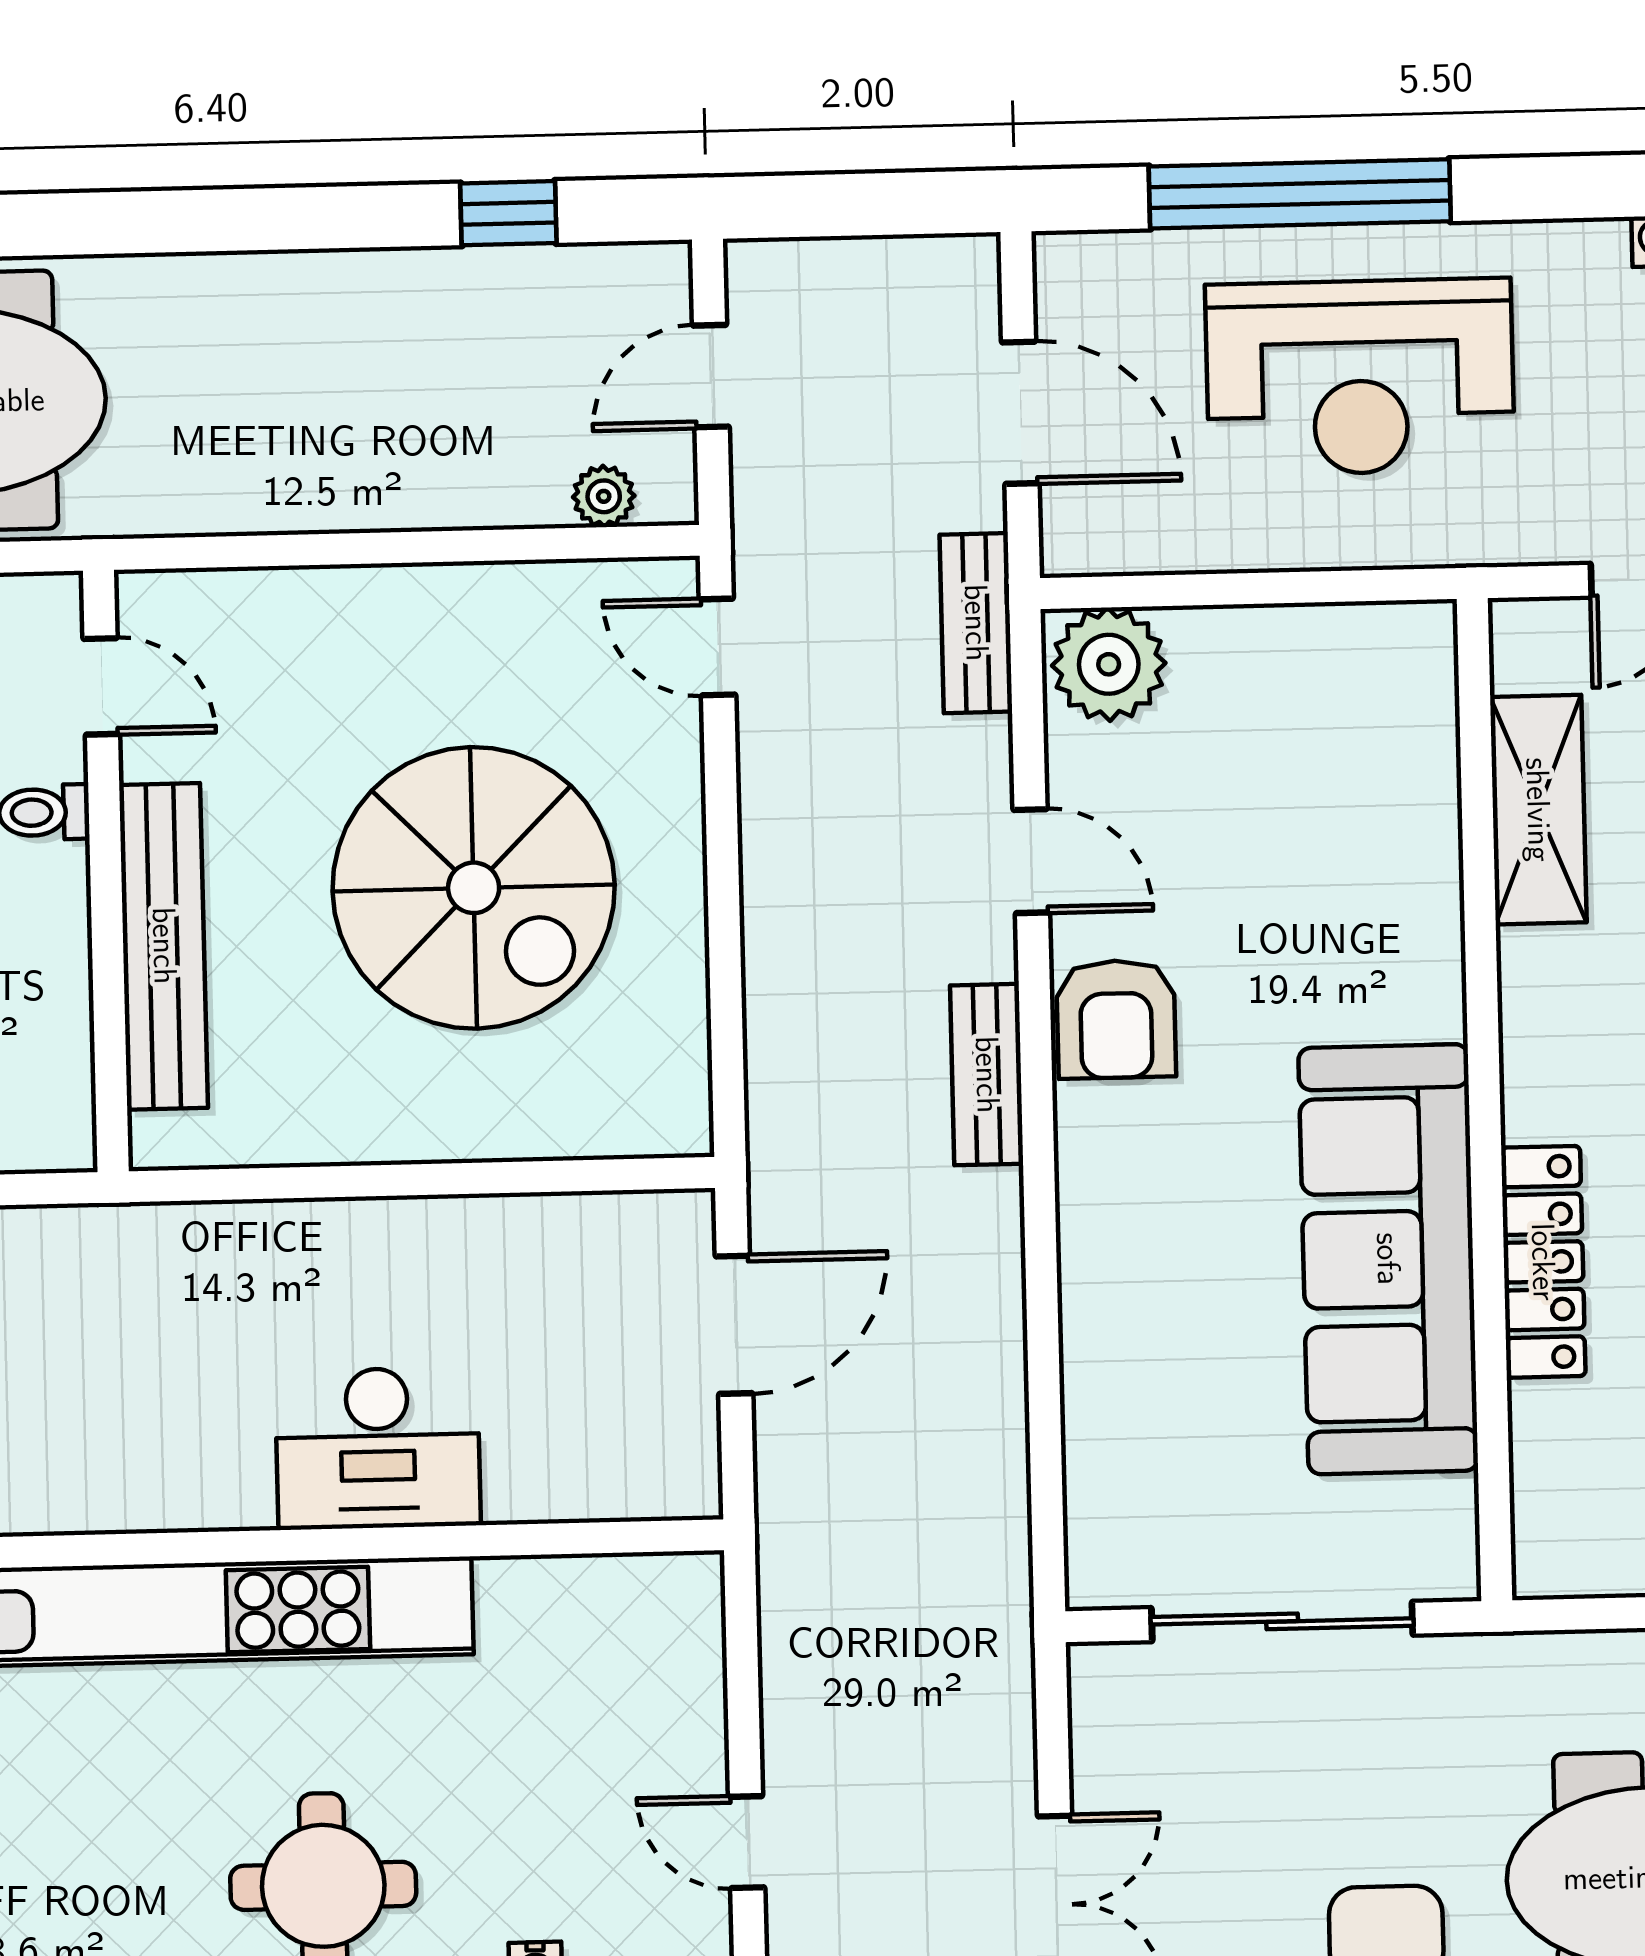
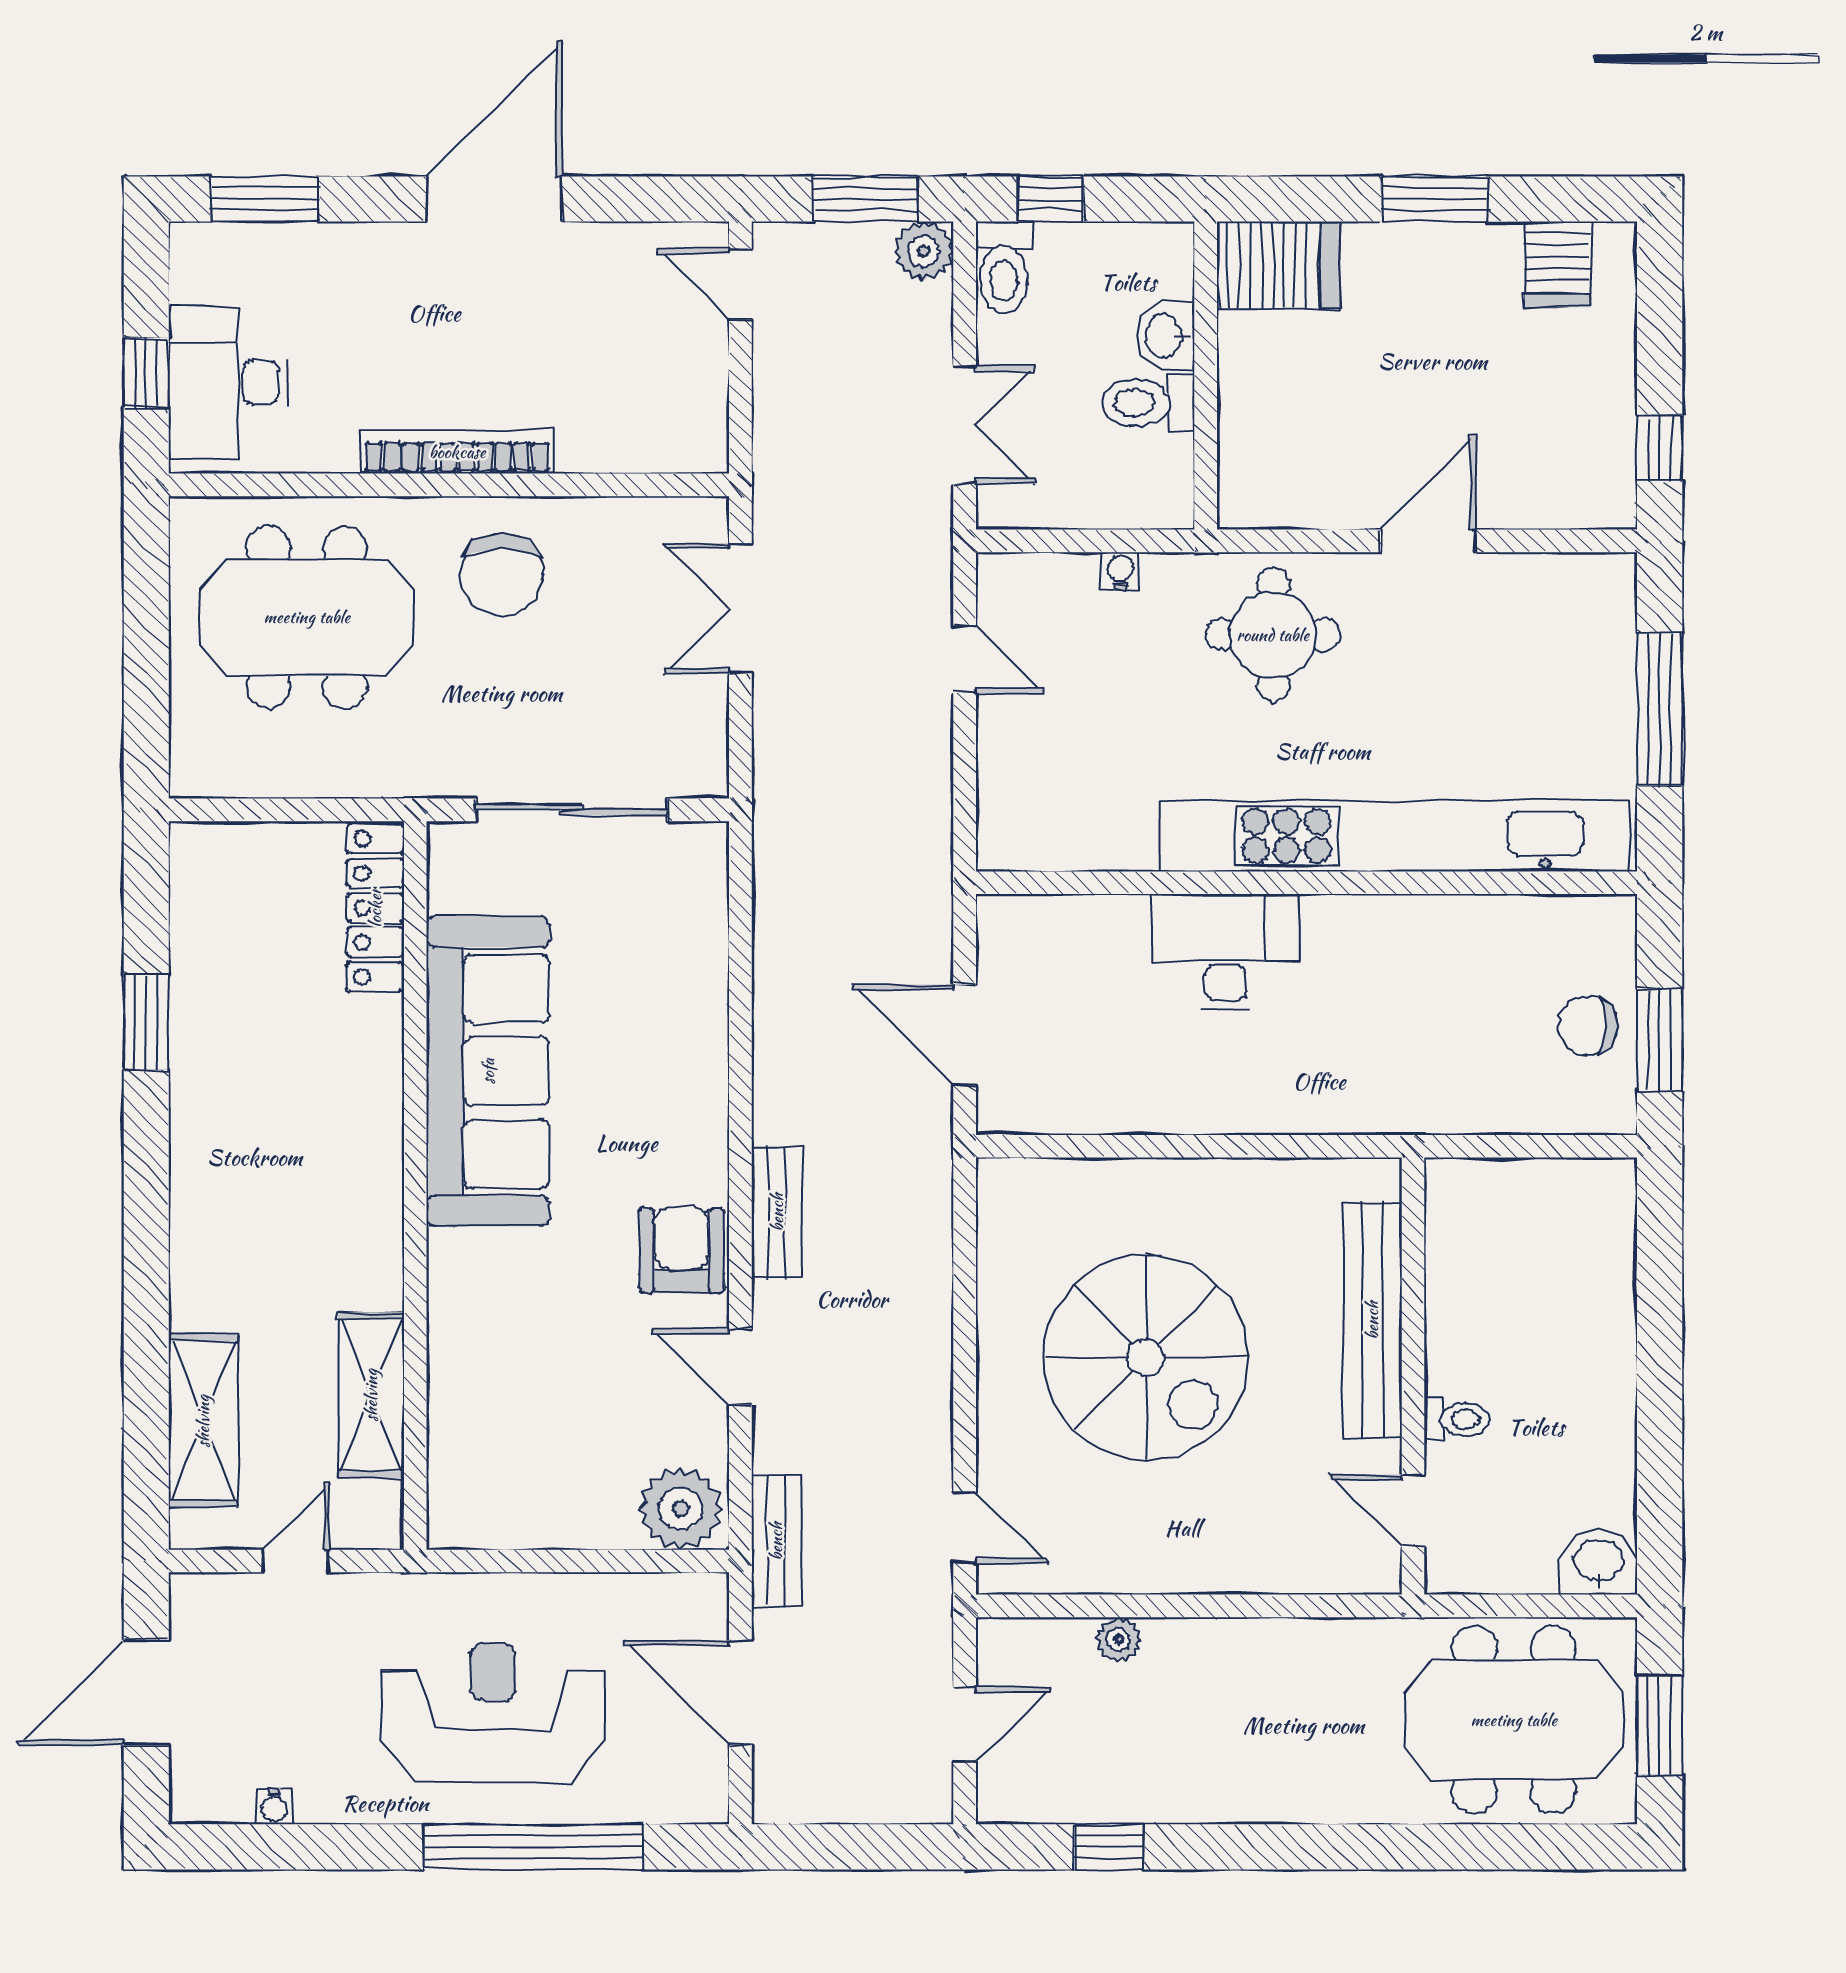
plant: (604, 496) -> (1118, 1639), moved
spiral stairs: (474, 888) -> (1146, 1357), turned 180
locker: (1543, 1262) -> (375, 908), moved
door: (734, 1325) -> (965, 1035), hinge flipped

